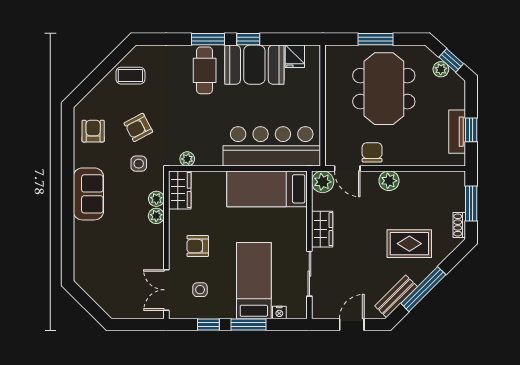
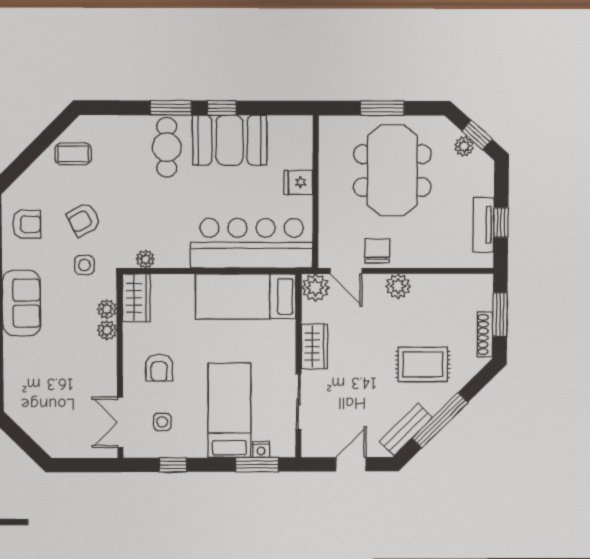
fridge: (295, 56) -> (298, 182), moved, turned 90
armchair: (93, 131) -> (27, 224), turned 90
shoe rack: (459, 225) -> (485, 334), width x1.43
armchair: (198, 246) -> (159, 368), turned -90
window: (248, 324) -> (257, 465), moved

